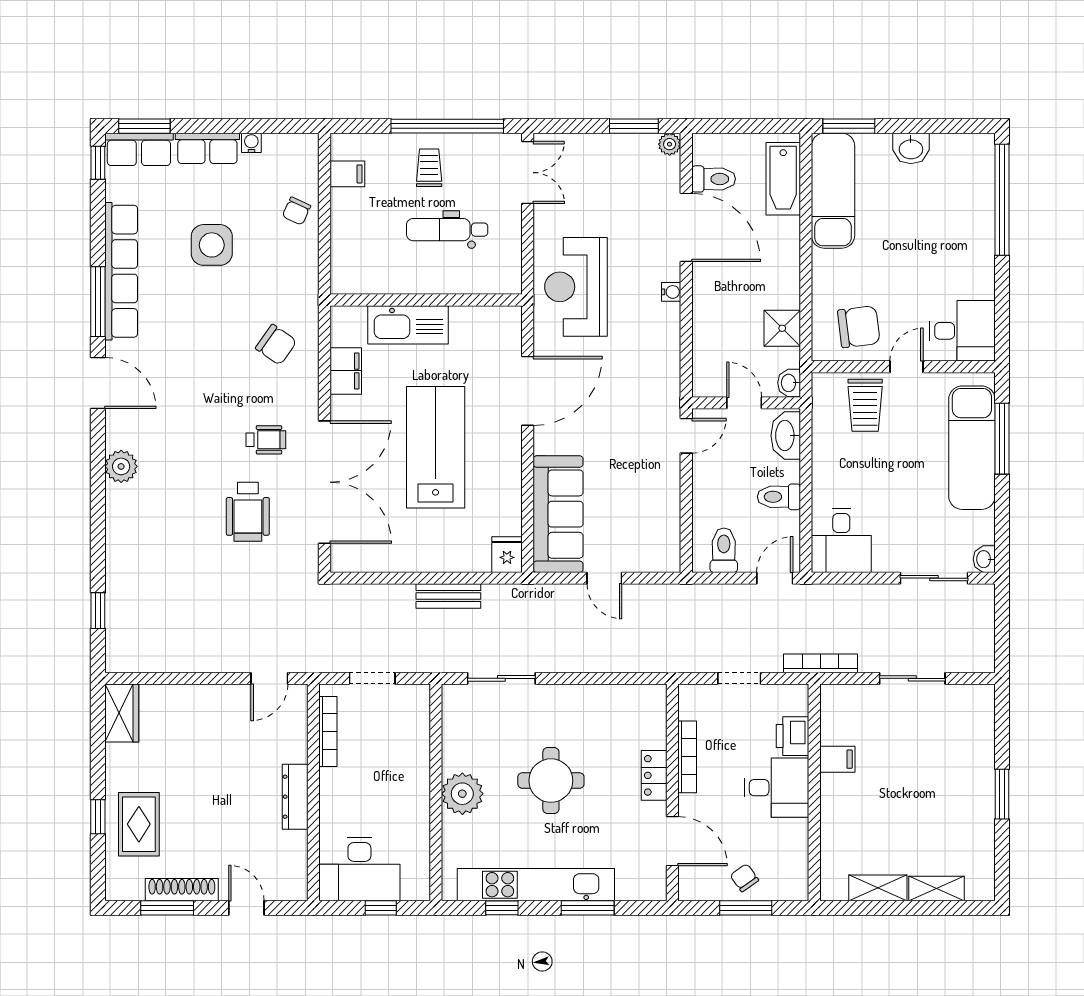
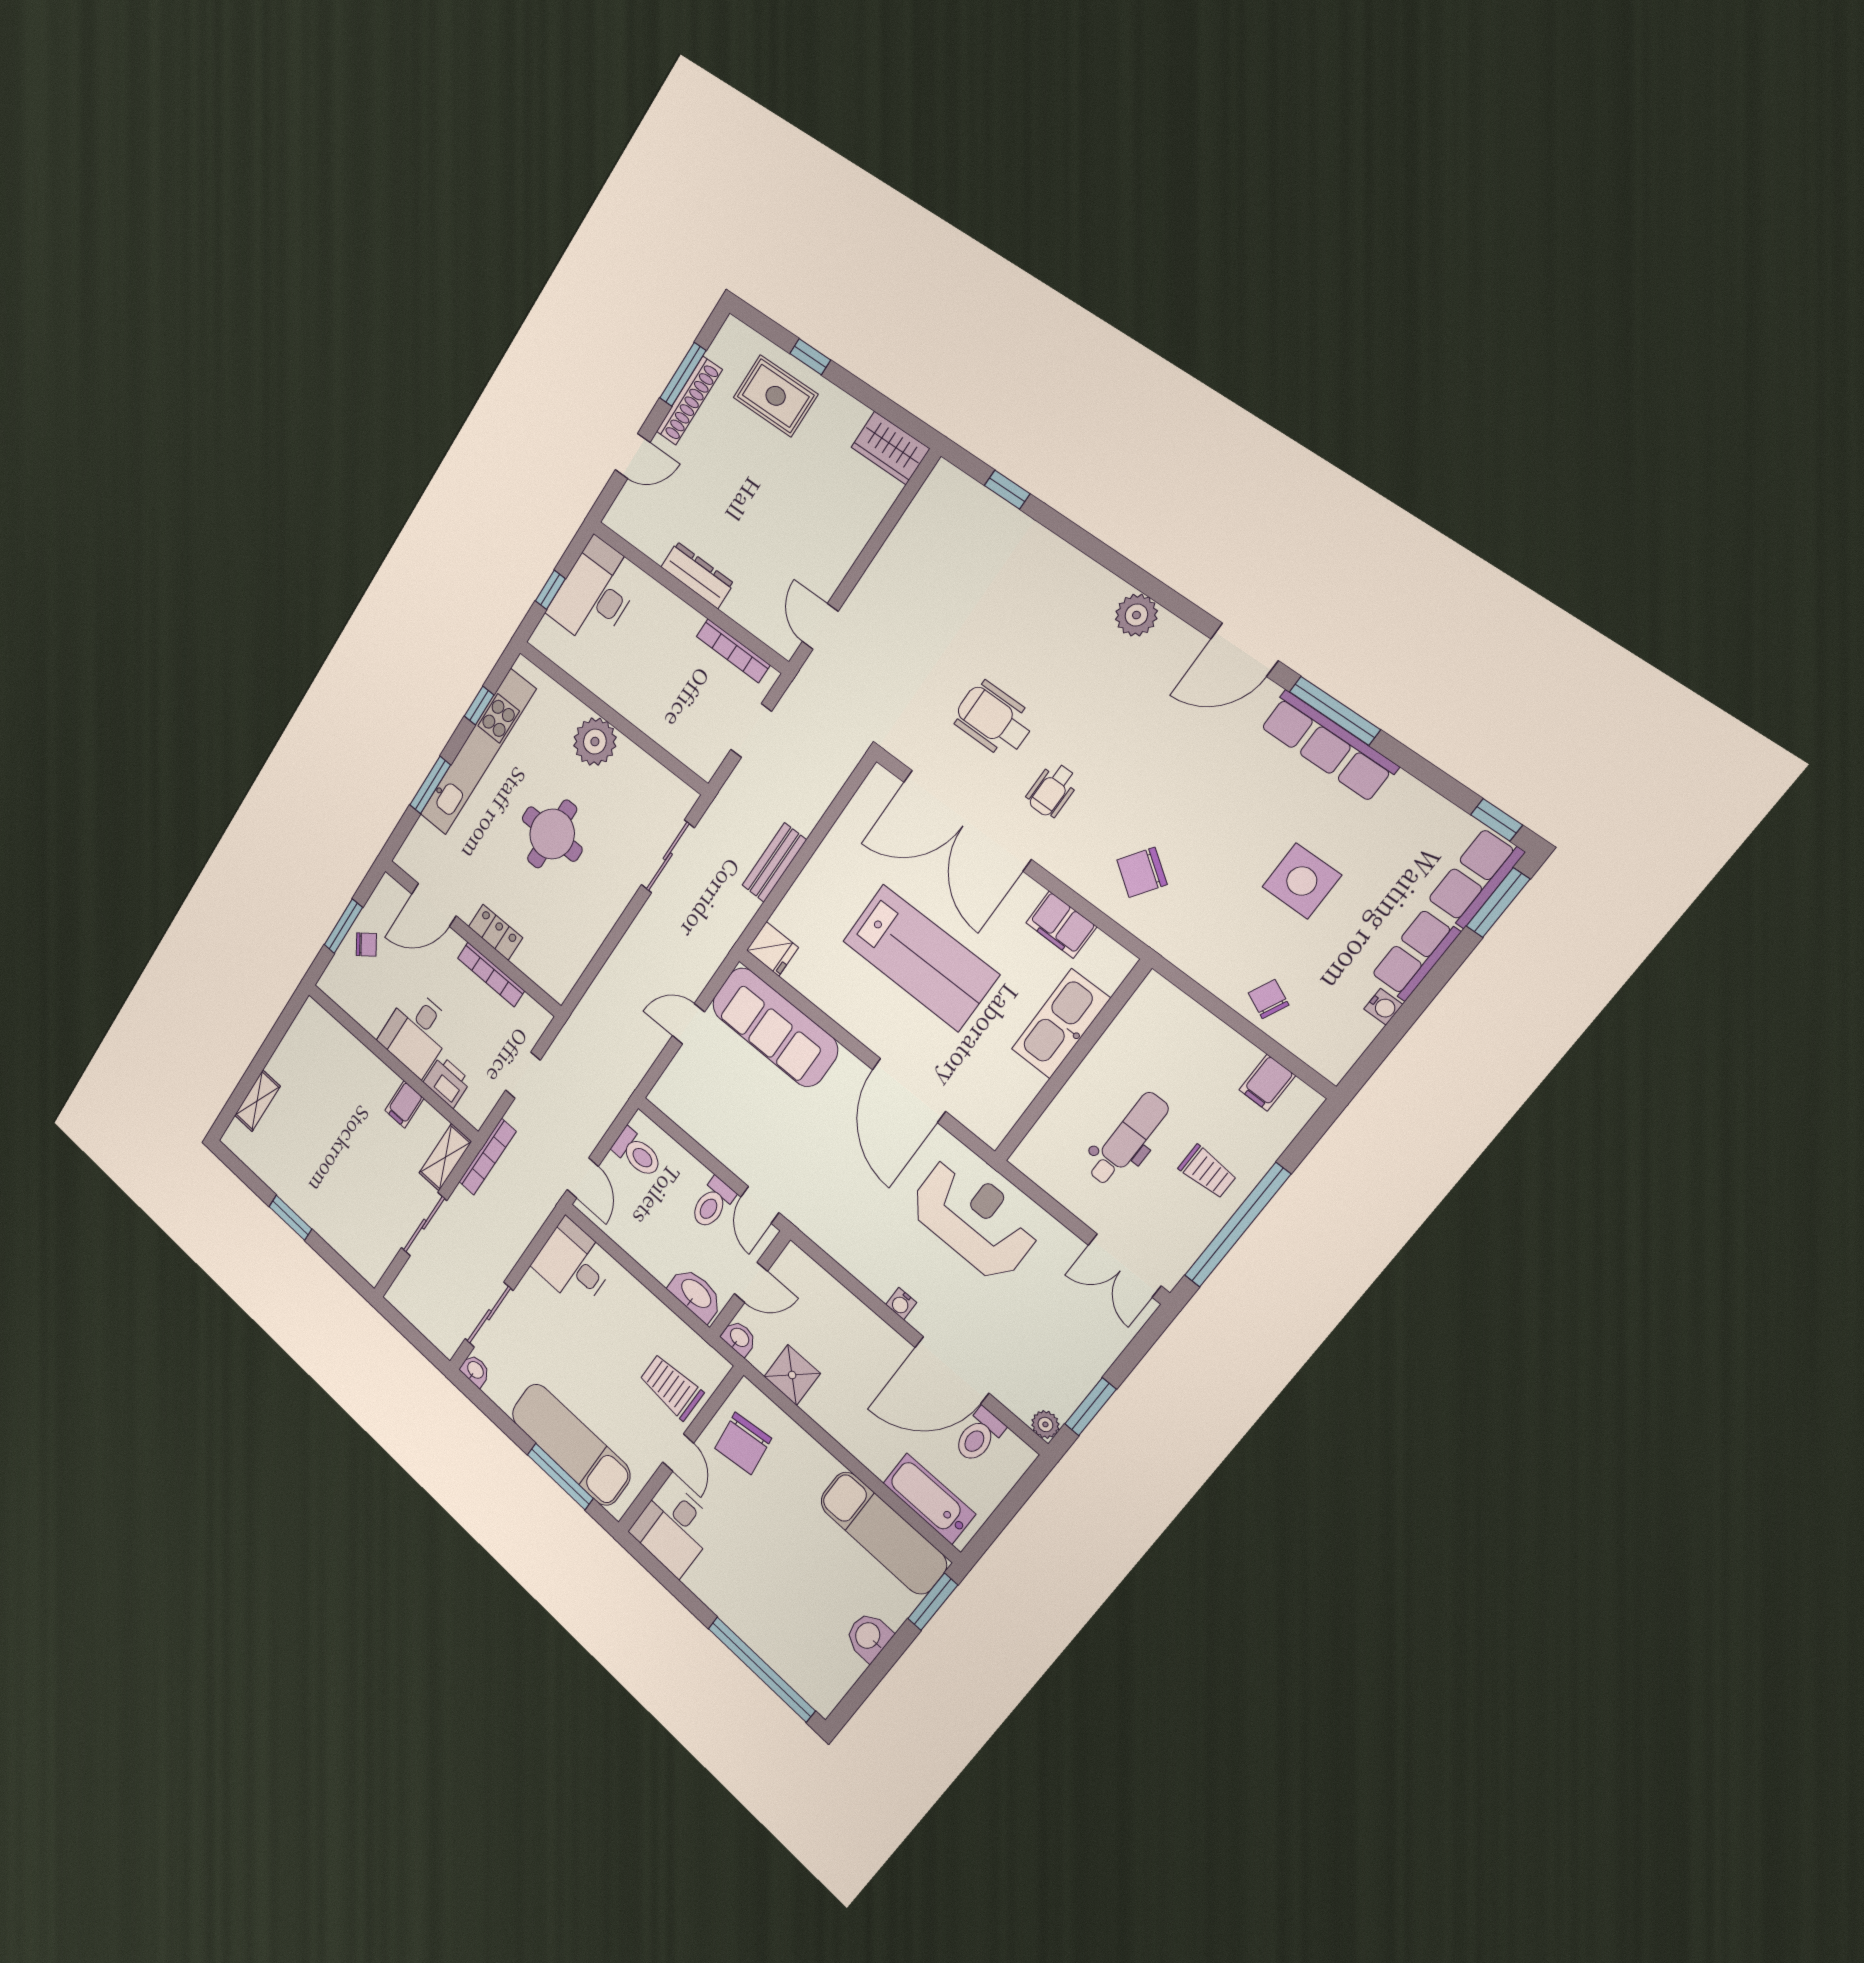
row of seats: (121, 271) -> (1328, 746), width x0.73
toilet: (779, 497) -> (712, 1203), moved, turned 180
shelving: (878, 888) -> (445, 1157), moved

